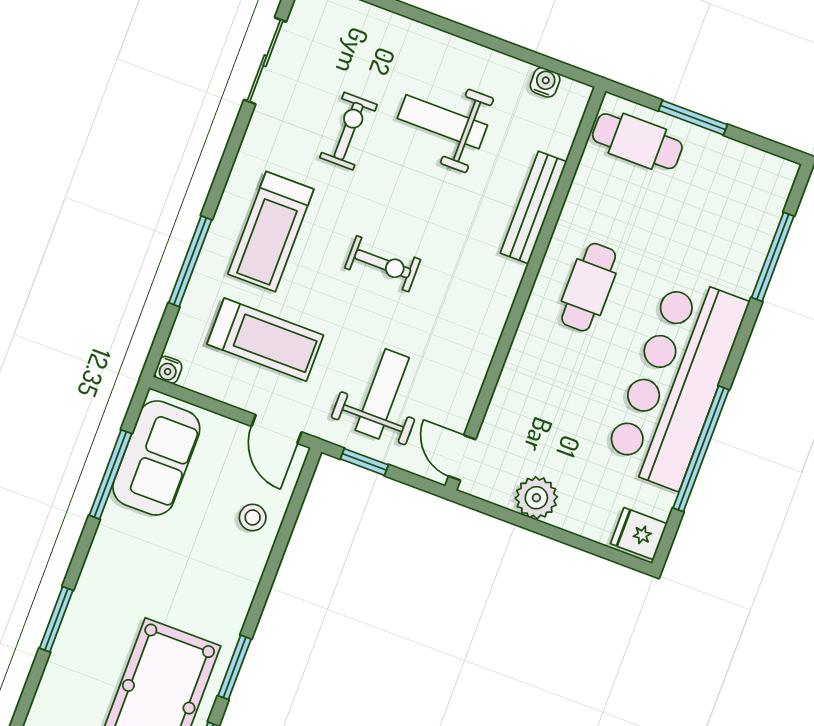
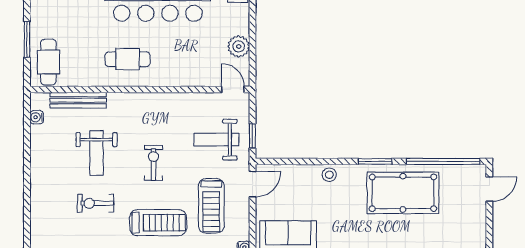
weight bench: (442, 122) -> (97, 153), moved
bench: (534, 207) -> (78, 100), moved
treadmill: (265, 340) -> (211, 206), turned 180
door: (462, 458) -> (233, 89), swing flipped
stool: (253, 517) -> (329, 175), moved

